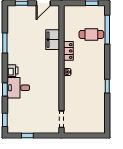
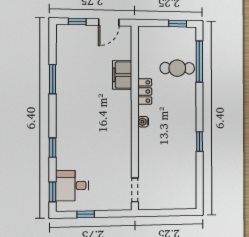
printer: (12, 71) -> (64, 120), removed
desk: (18, 88) -> (72, 186), moved

